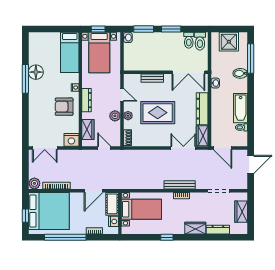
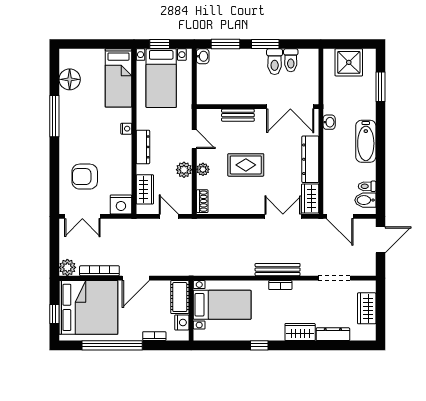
toilet: (200, 41) -> (275, 62), moved
window: (251, 59) -> (380, 87), width x0.69
floor lamp: (36, 72) -> (70, 79), moved
bidet: (240, 73) -> (365, 200), moved
armchair: (64, 107) -> (85, 177), moved
bathtub: (241, 108) -> (366, 141), moved
rug: (158, 113) -> (246, 165), width x0.73, depth x0.70
door: (94, 191) -> (136, 278), moved

